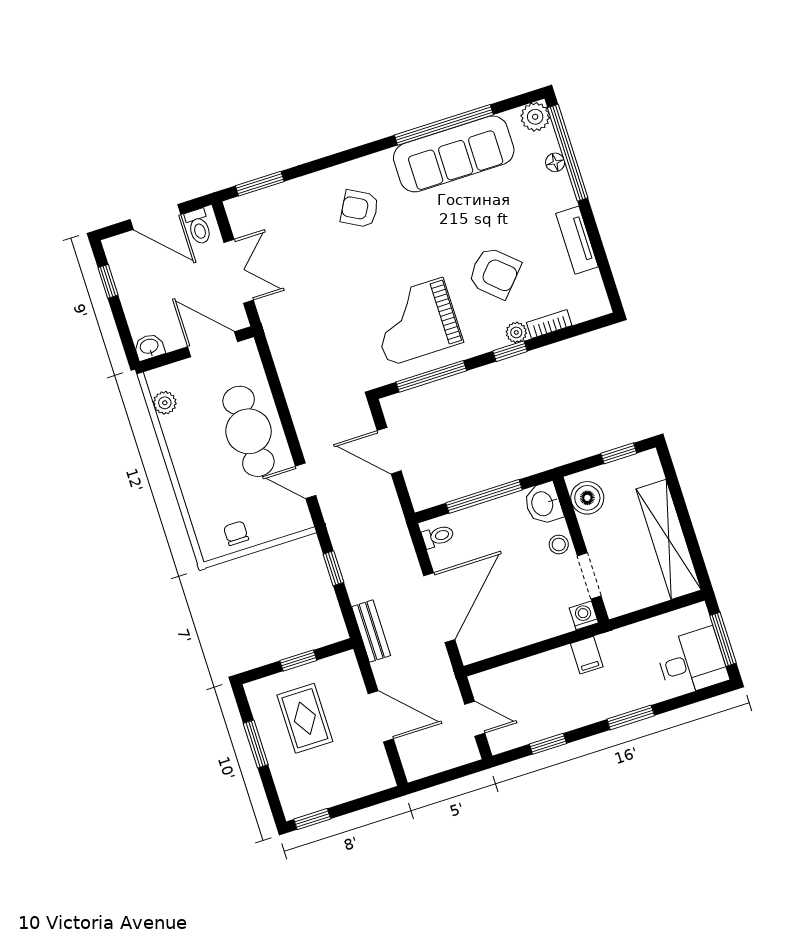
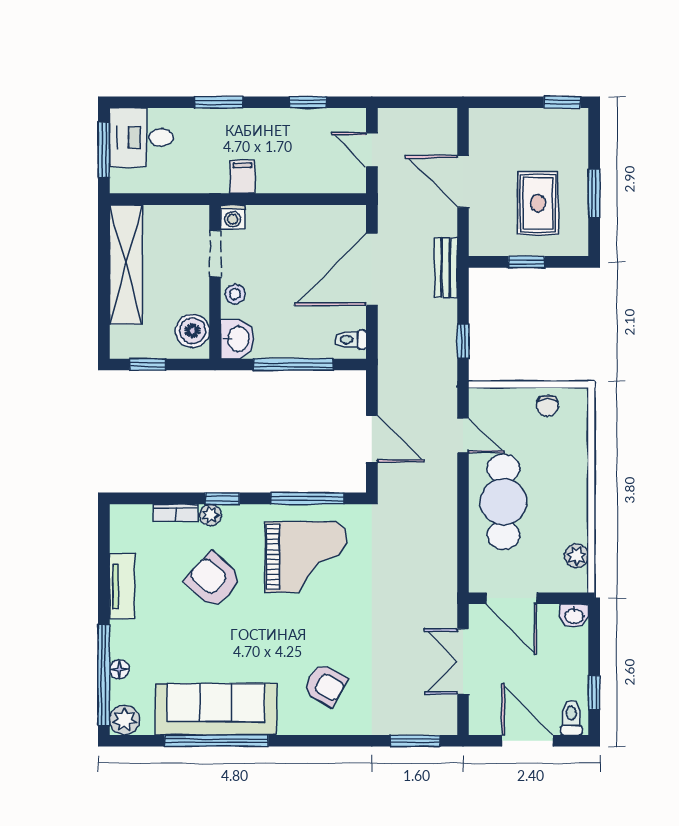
toilet: (199, 227) -> (571, 718), moved

